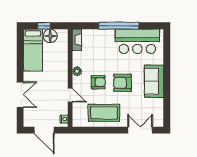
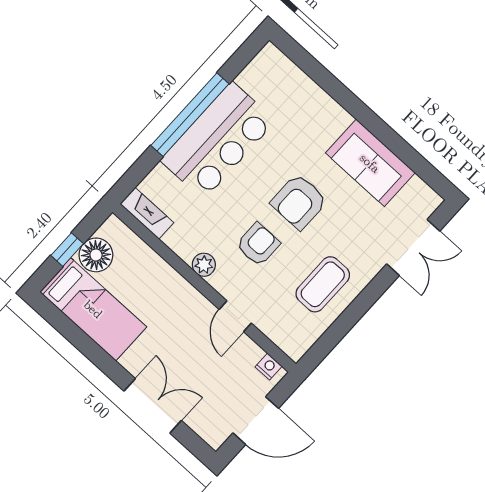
bar counter: (137, 41) -> (218, 141), moved
sofa: (154, 81) -> (370, 163), moved
door: (70, 95) -> (235, 316), swing flipped
coffee table: (104, 113) -> (323, 284), width x0.73, depth x0.76
double door: (140, 130) -> (413, 247), swing flipped

